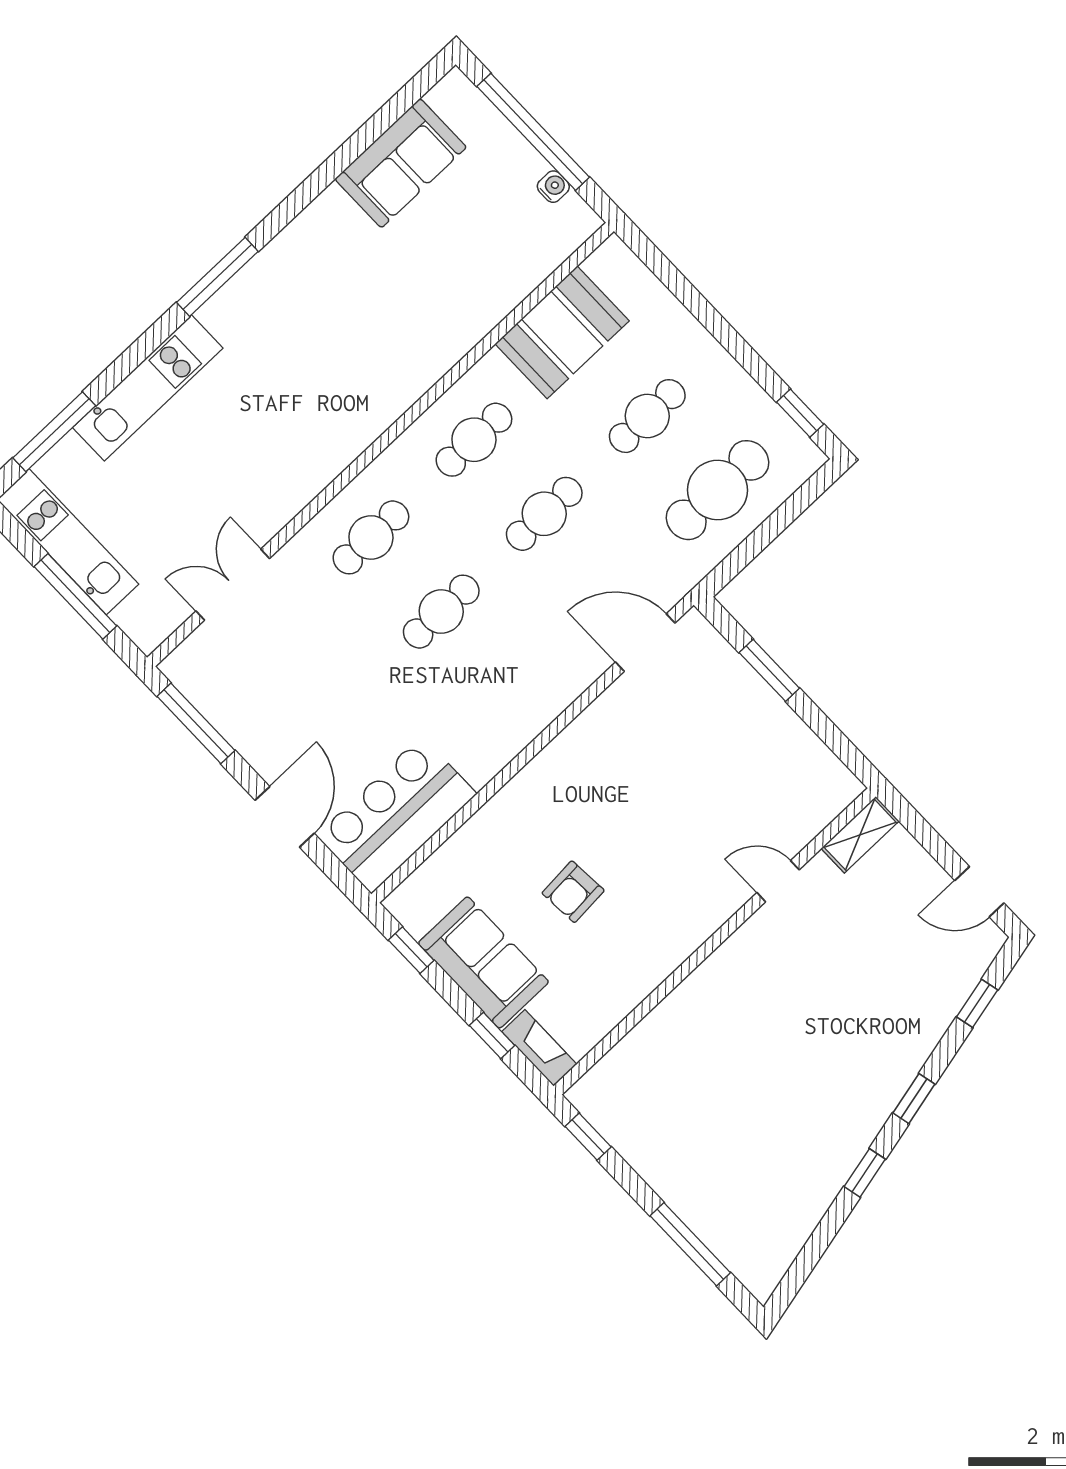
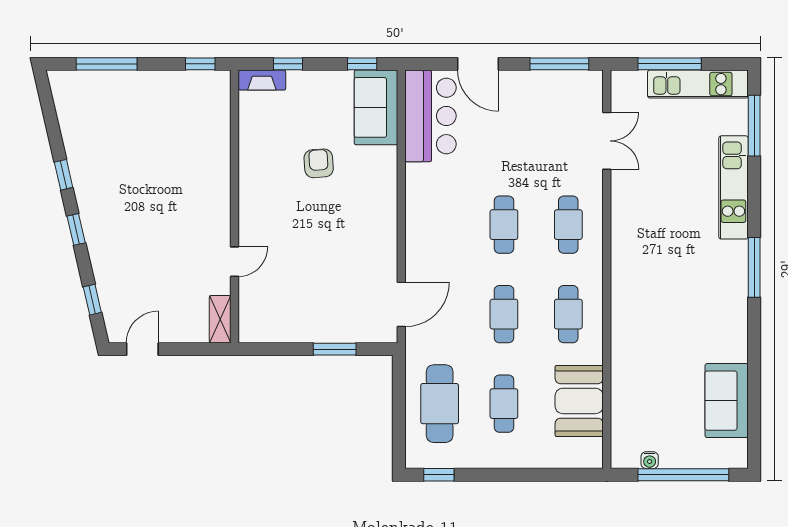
sofa: (483, 962) -> (376, 107), moved, turned 90

